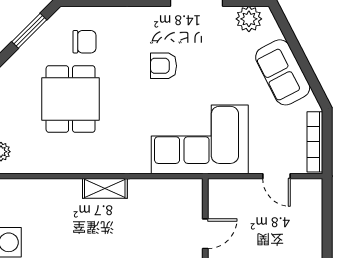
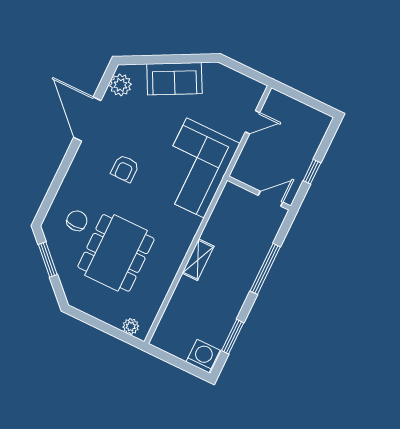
dining table: (71, 99) -> (116, 253), width x1.38
bookcase: (315, 142) -> (240, 80), removed
door: (205, 234) -> (270, 199), hinge flipped

